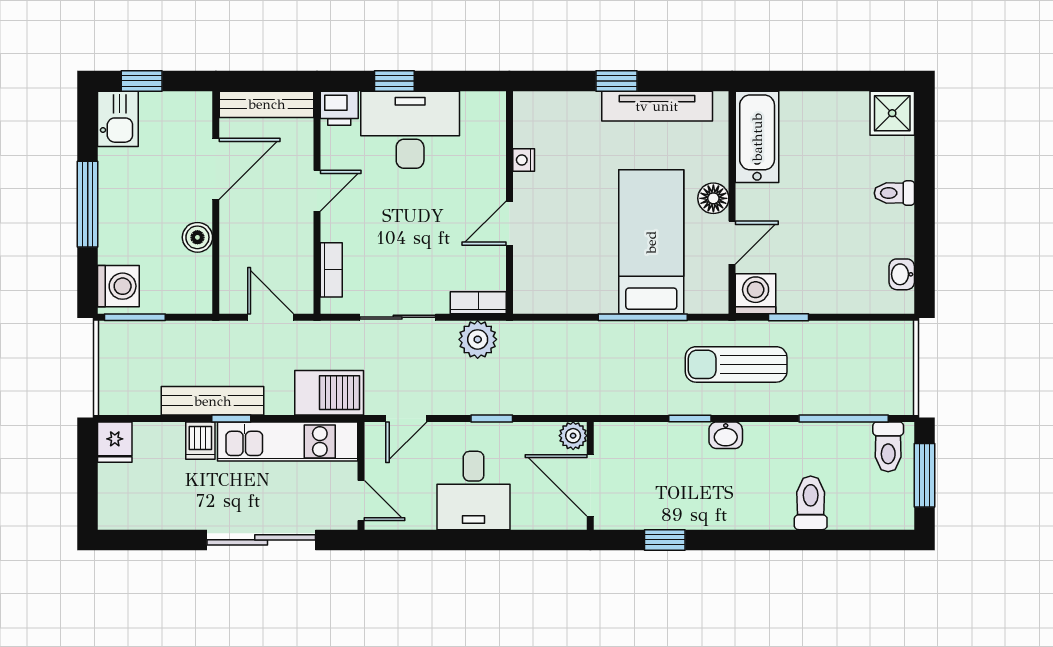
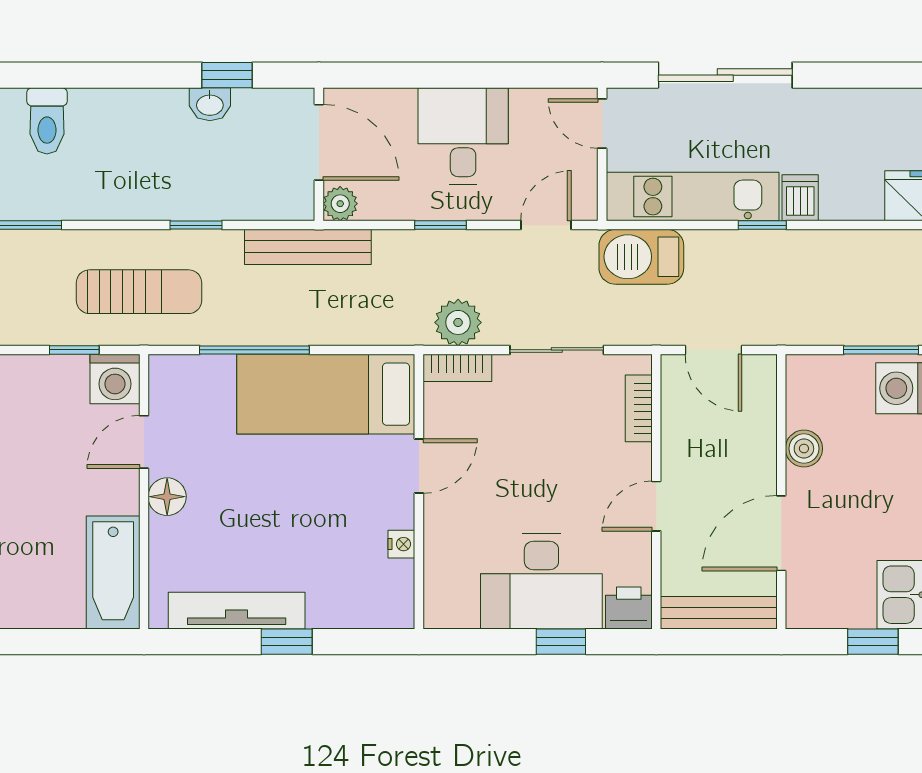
bed: (651, 242) -> (326, 394), moved, turned 90
bench: (213, 401) -> (308, 247), moved
washbasin: (726, 435) -> (210, 104), moved, turned 180

